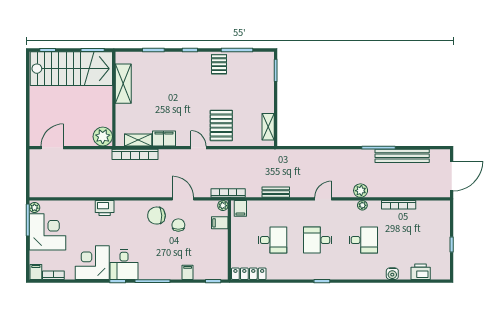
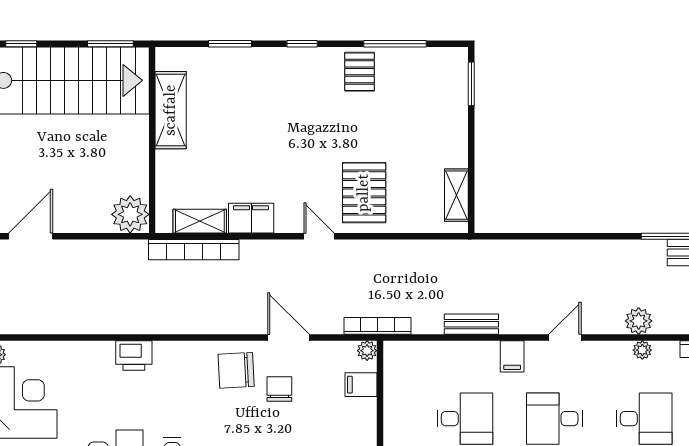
filing cabinet: (240, 208) -> (512, 356), moved

